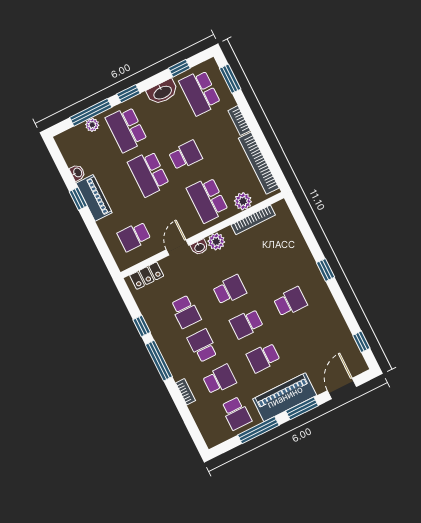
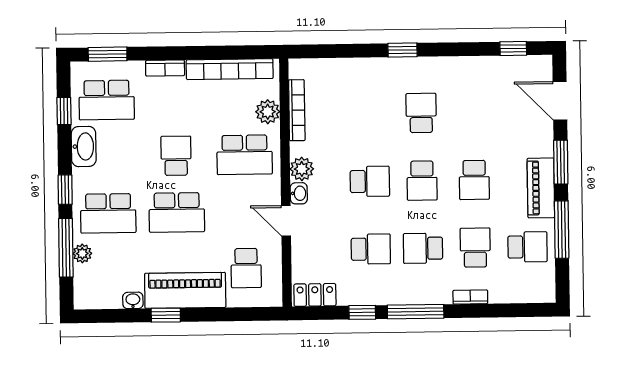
piano: (94, 198) -> (185, 290), width x1.37, depth x1.33
locker: (147, 276) -> (315, 295), moved, turned -90
school desk: (230, 290) -> (370, 181), turned 90
piano: (285, 397) -> (541, 188), width x0.73, depth x0.75

